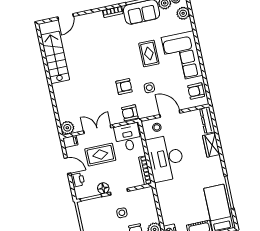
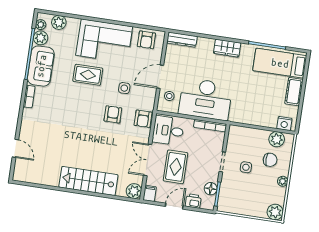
stairs: (55, 57) -> (88, 181), moved
wardrobe: (211, 145) -> (227, 48), moved
floor lamp: (103, 188) -> (211, 189), moved

